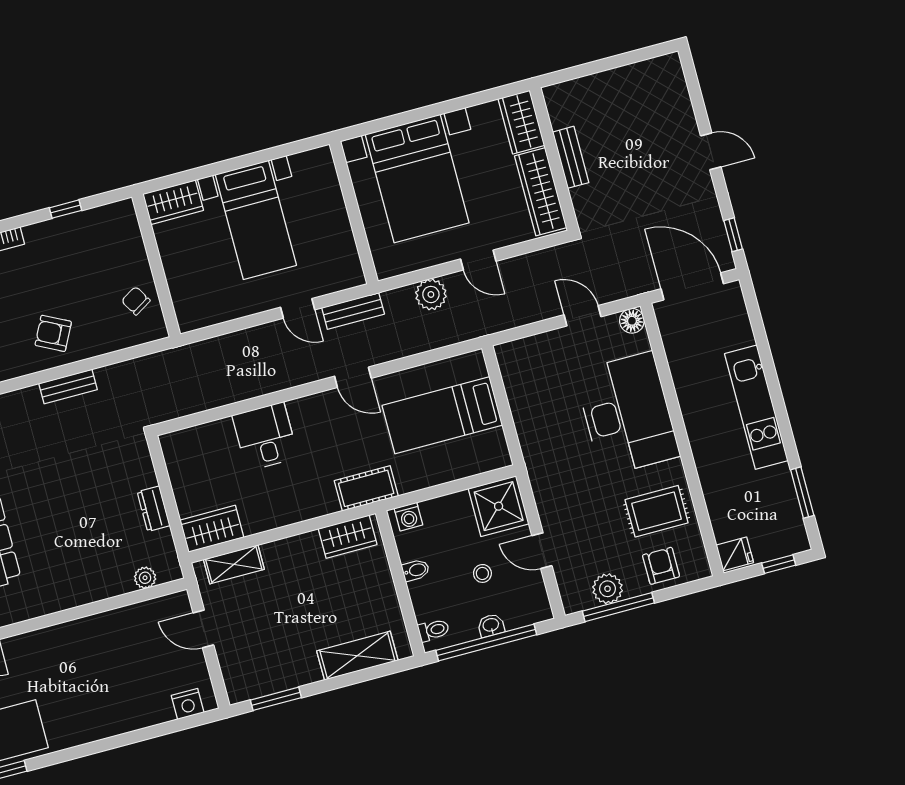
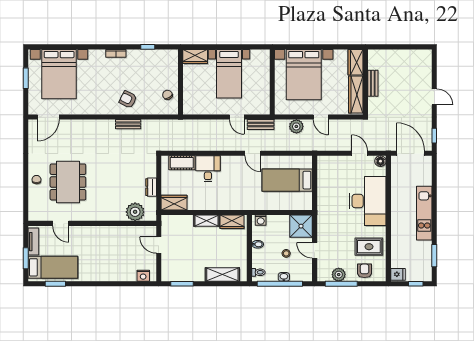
cot: (366, 488) -> (182, 163), moved
shelving: (234, 564) -> (206, 221), moved
plant: (145, 578) -> (135, 212), width x1.88, depth x1.88

